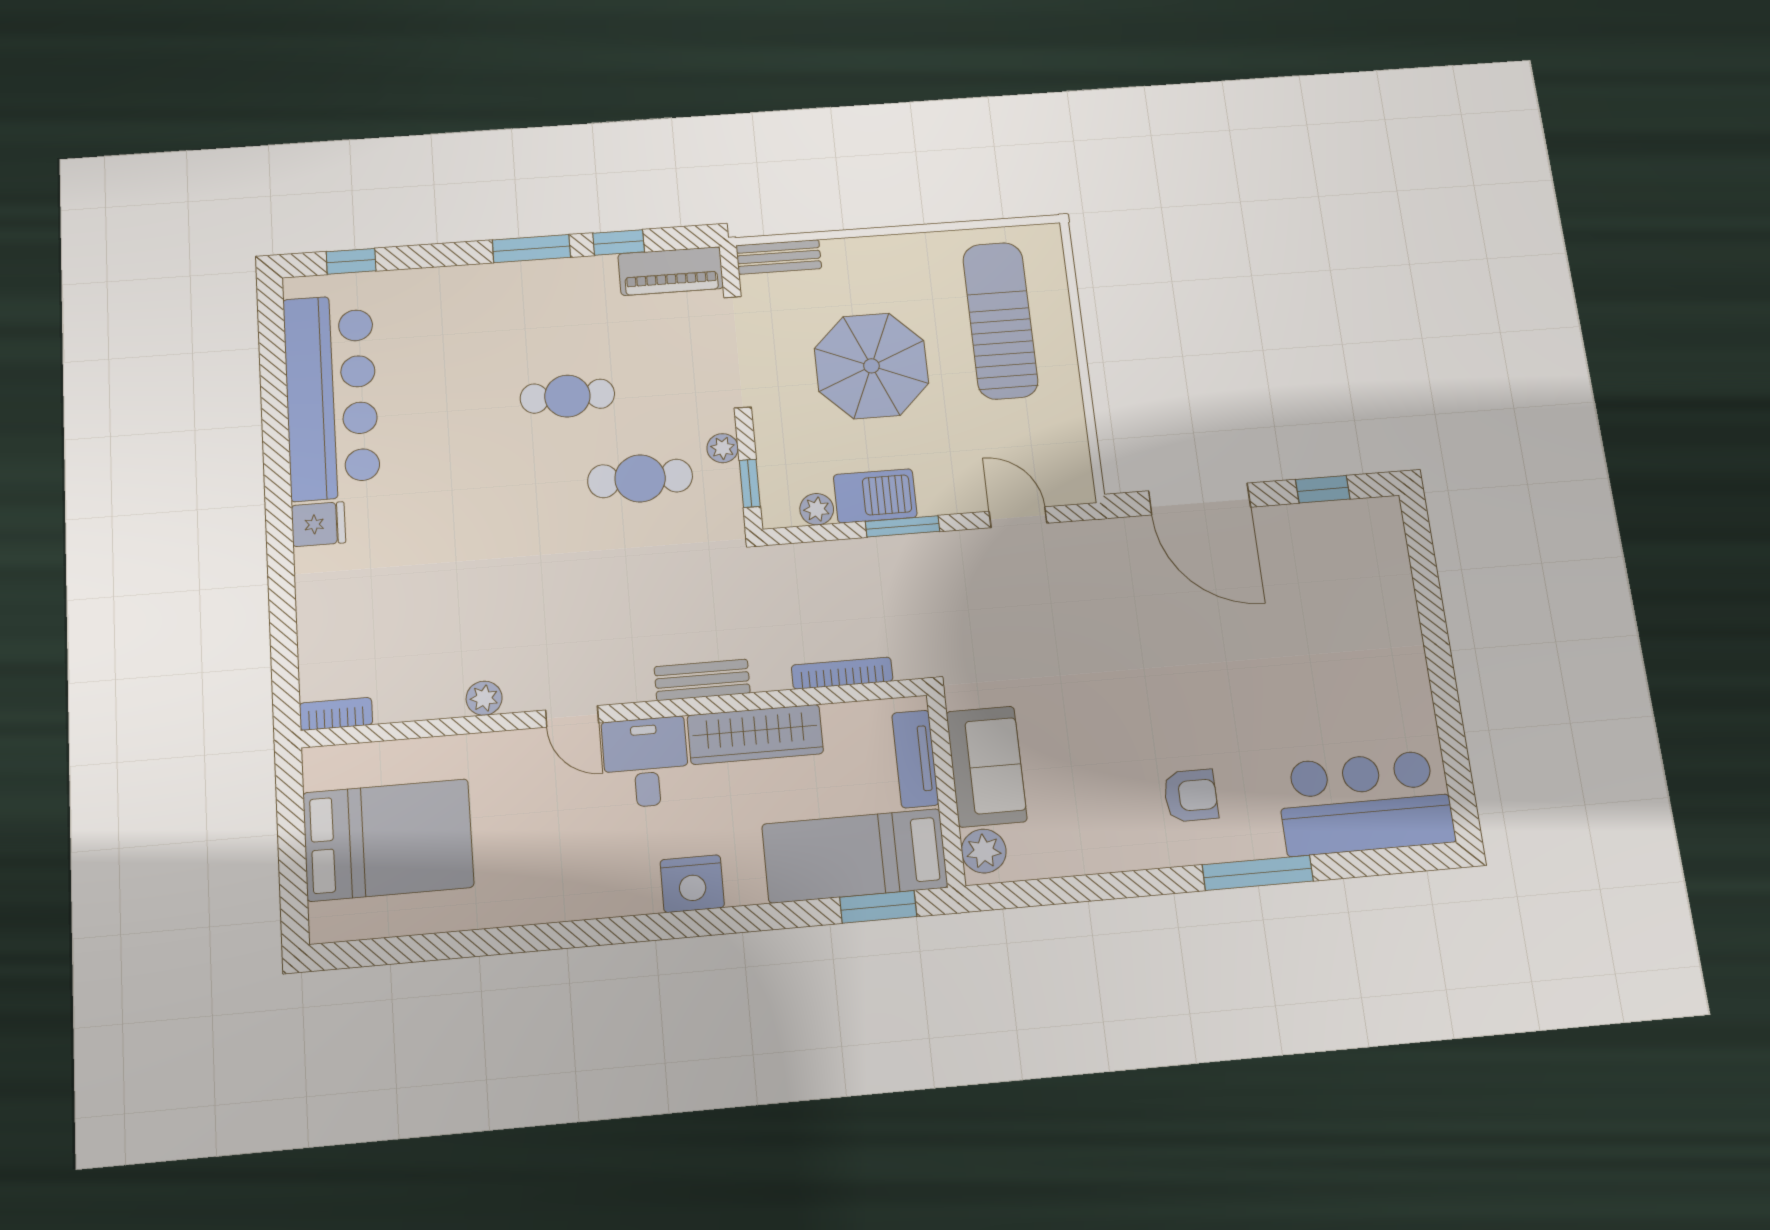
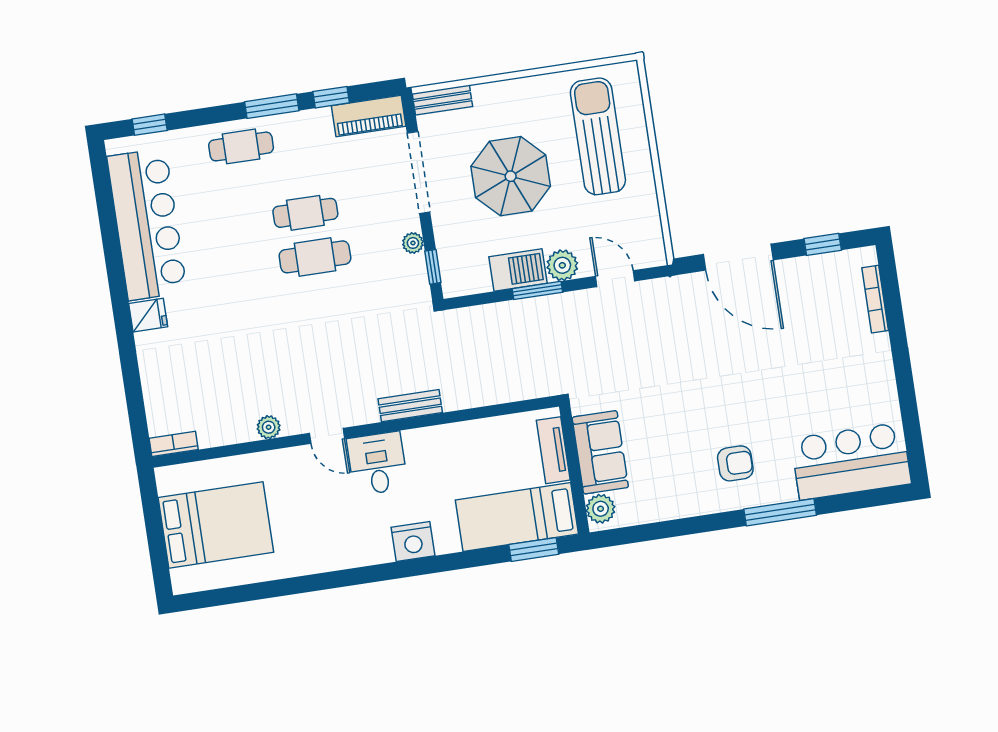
cafe table: (481, 300) -> (241, 146), added
cafe table: (640, 478) -> (315, 257), moved
plant: (817, 509) -> (562, 265), moved, width x1.38, depth x1.38
bookcase: (842, 673) -> (875, 299), moved, turned -90
wardrobe: (755, 734) -> (447, 440), removed

